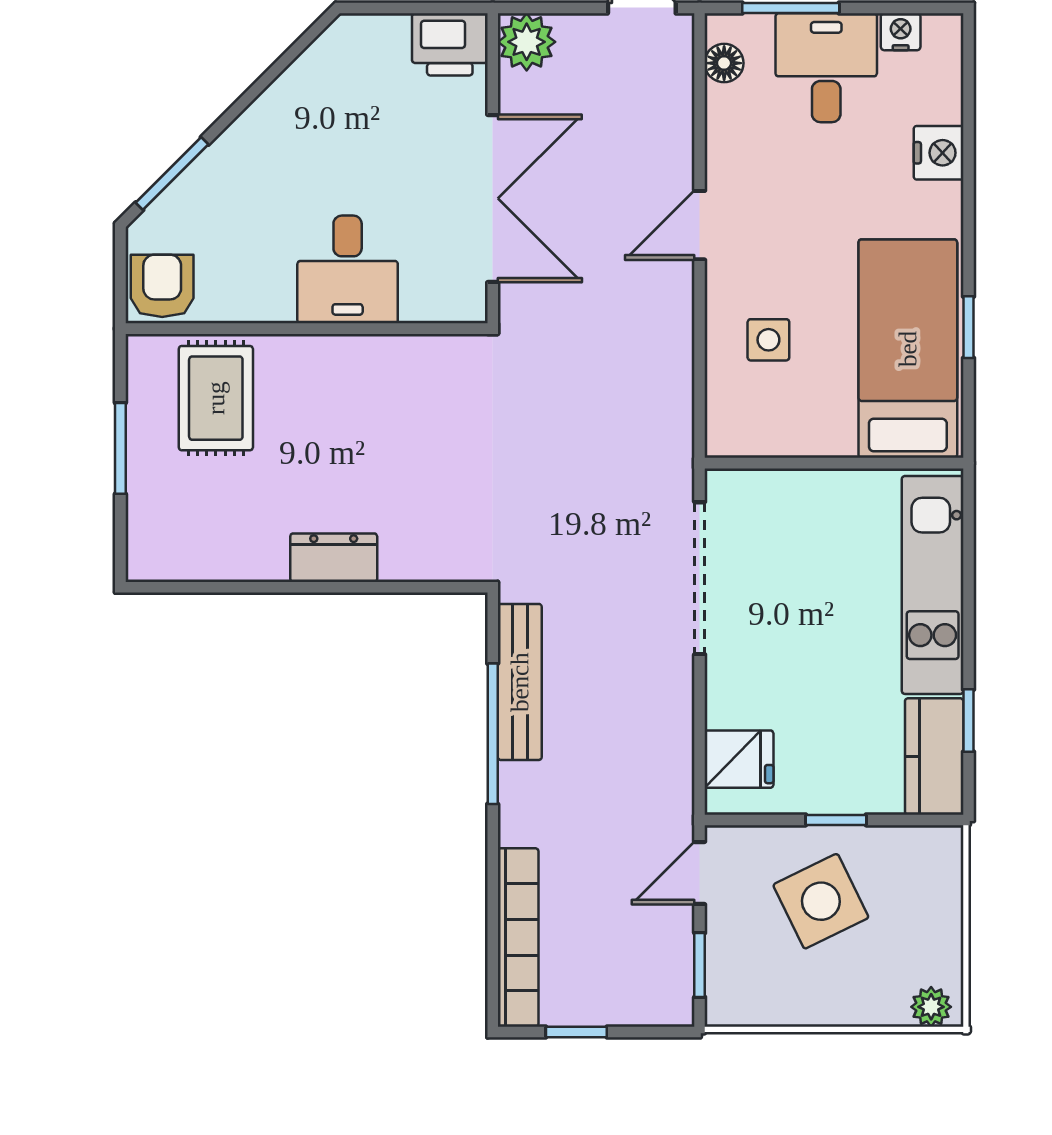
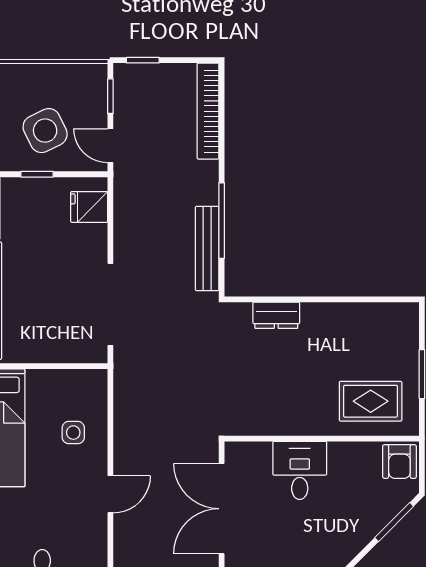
rug: (216, 398) -> (371, 401), turned 90
dresser: (334, 558) -> (276, 315), moved
door: (700, 873) -> (110, 146), swing flipped
window: (576, 1032) -> (143, 60), moved

